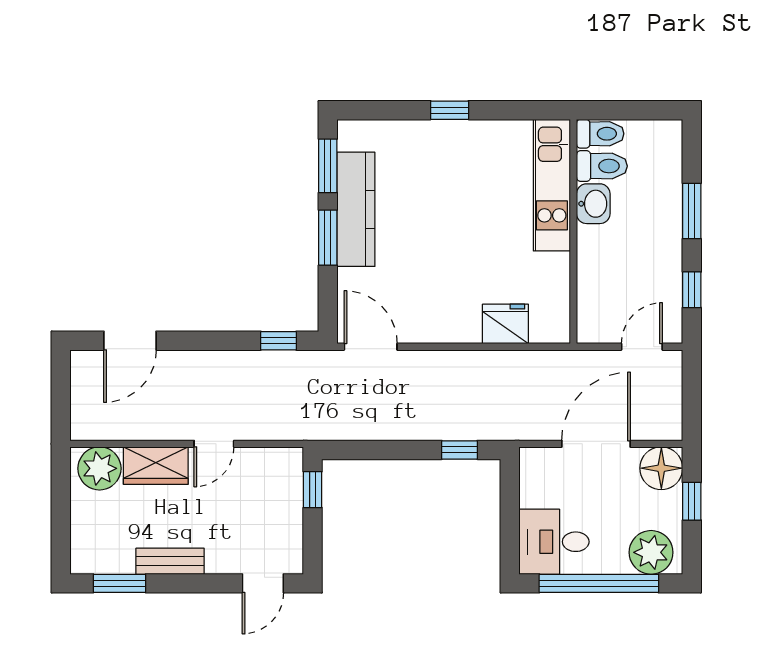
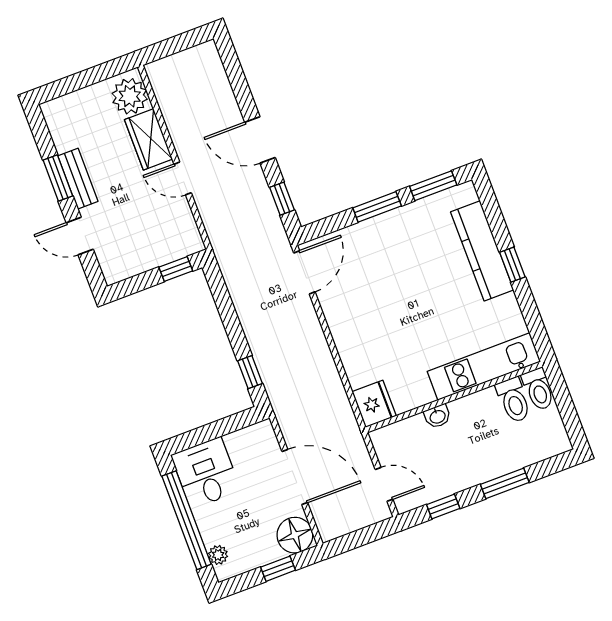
washbasin: (593, 204) -> (437, 416), moved, width x0.72, depth x0.69
kitchen counter: (356, 209) -> (482, 251), moved, turned 90
fridge: (505, 324) -> (374, 404), moved
door: (130, 341) -> (260, 140), moved
plant: (651, 552) -> (218, 555), width x0.53, depth x0.53
window: (120, 583) -> (58, 178), moved
door: (263, 583) -> (80, 236), moved

